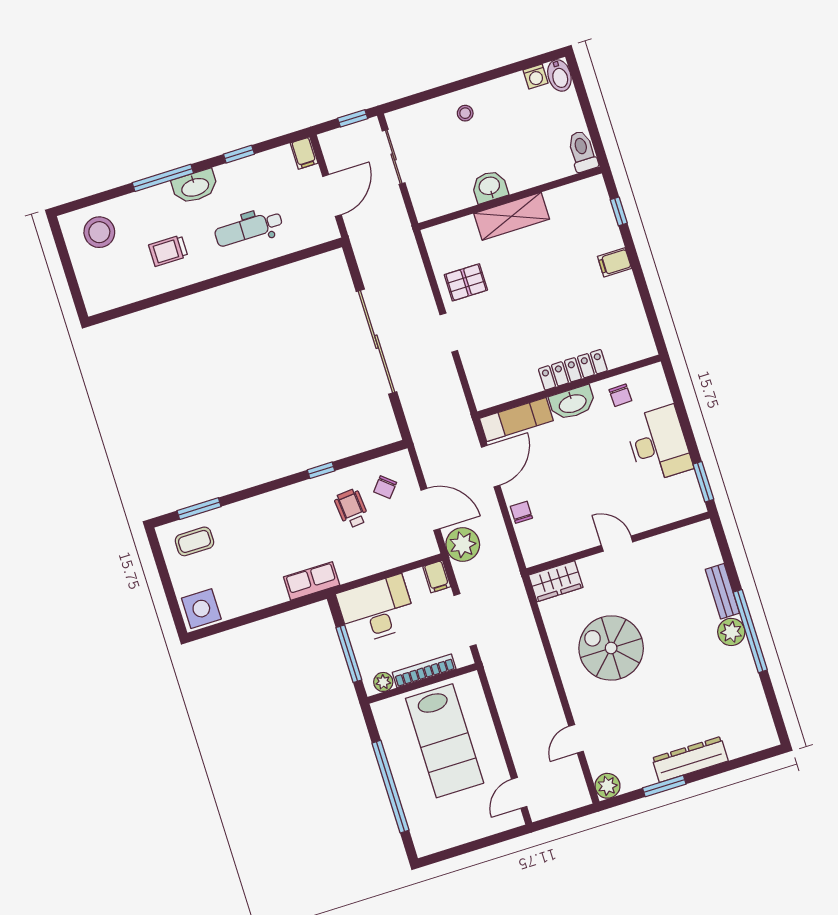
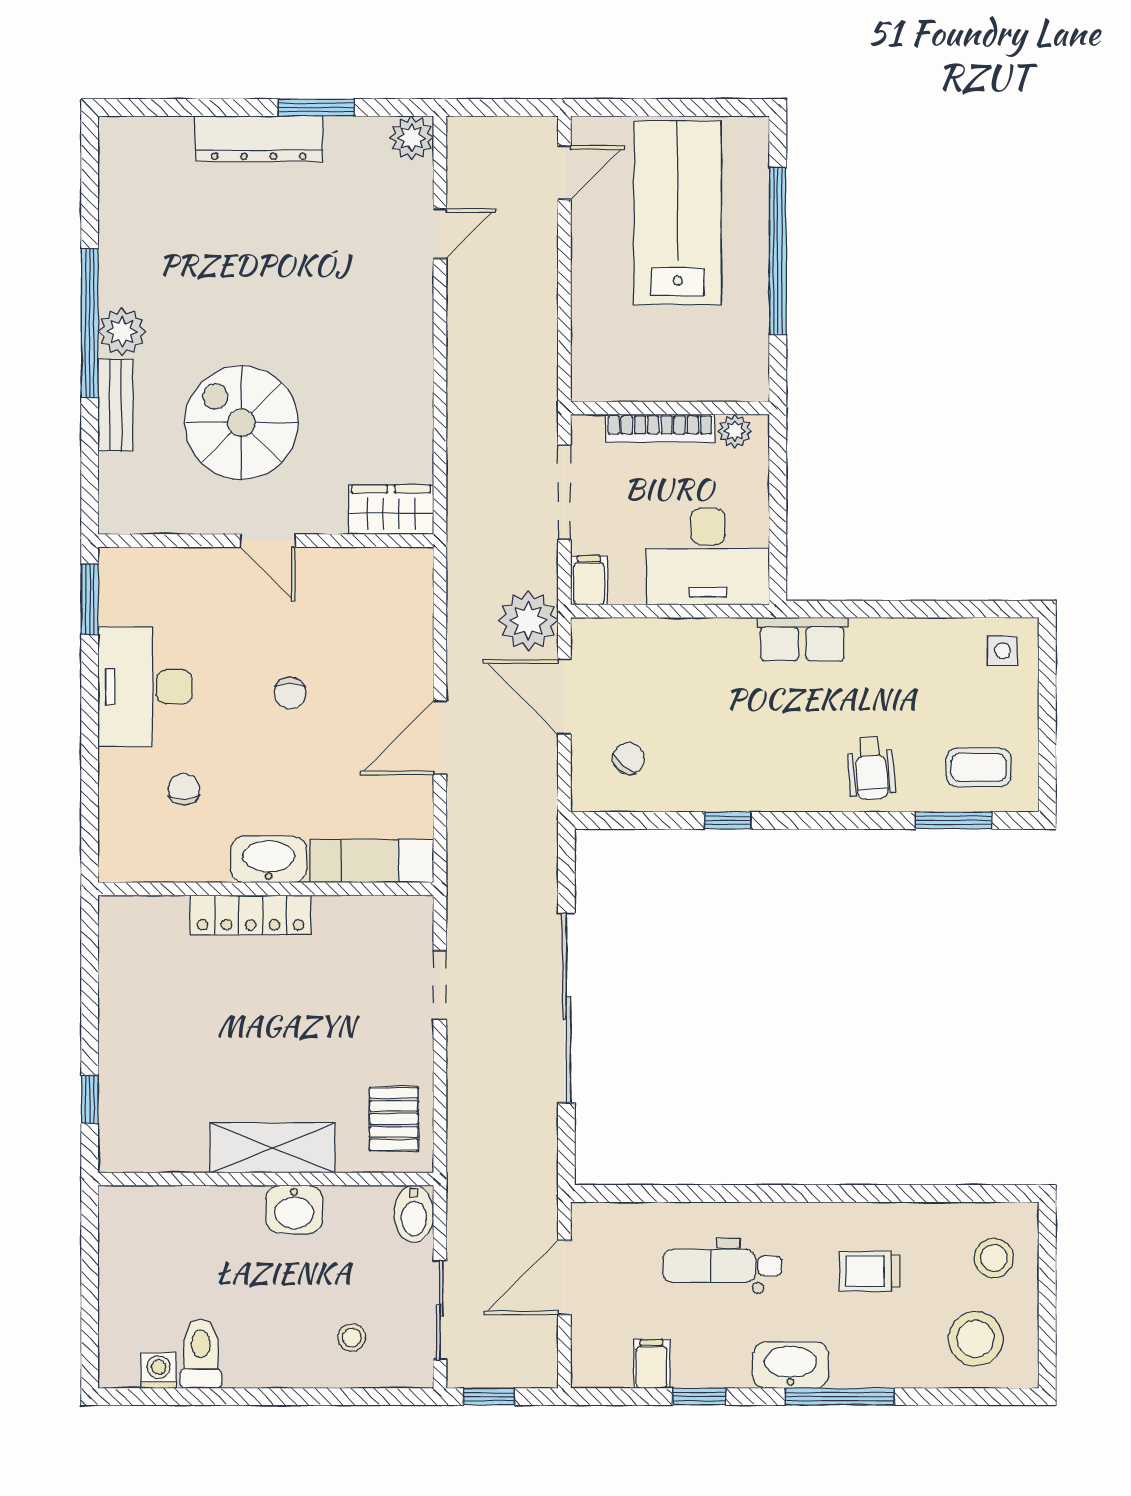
bidet: (559, 75) -> (414, 1214), moved, turned 180
stool: (465, 113) -> (352, 1337), moved
toilet: (582, 151) -> (201, 1354), moved, turned 180
filing cabinet: (304, 153) -> (652, 1364), moved
dental chair: (249, 229) -> (722, 1266), turned 180
trolley: (168, 251) -> (869, 1271), turned 180
filing cabinet: (614, 262) -> (124, 1016), removed
stool: (103, 279) -> (994, 1258), added
pallet: (466, 282) -> (394, 1119), moved, turned 90
locker: (573, 370) -> (250, 915), moved
wall: (569, 386) -> (266, 889), moved
washbasin: (572, 403) -> (269, 859), moved
exam couch: (516, 420) -> (372, 861), moved
wheelchair: (351, 509) -> (871, 768), moved
chair: (521, 512) -> (290, 693), moved
side table: (201, 609) -> (1003, 651), width x0.54, depth x0.54
spiral stairs: (611, 648) -> (241, 423), moved, turned 180
window: (349, 654) -> (778, 497), removed
lab bench: (445, 741) -> (678, 213), moved

